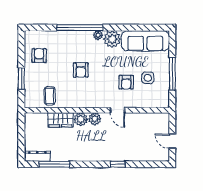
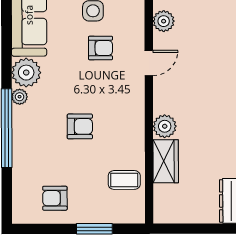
plant: (95, 119) -> (164, 21), moved

